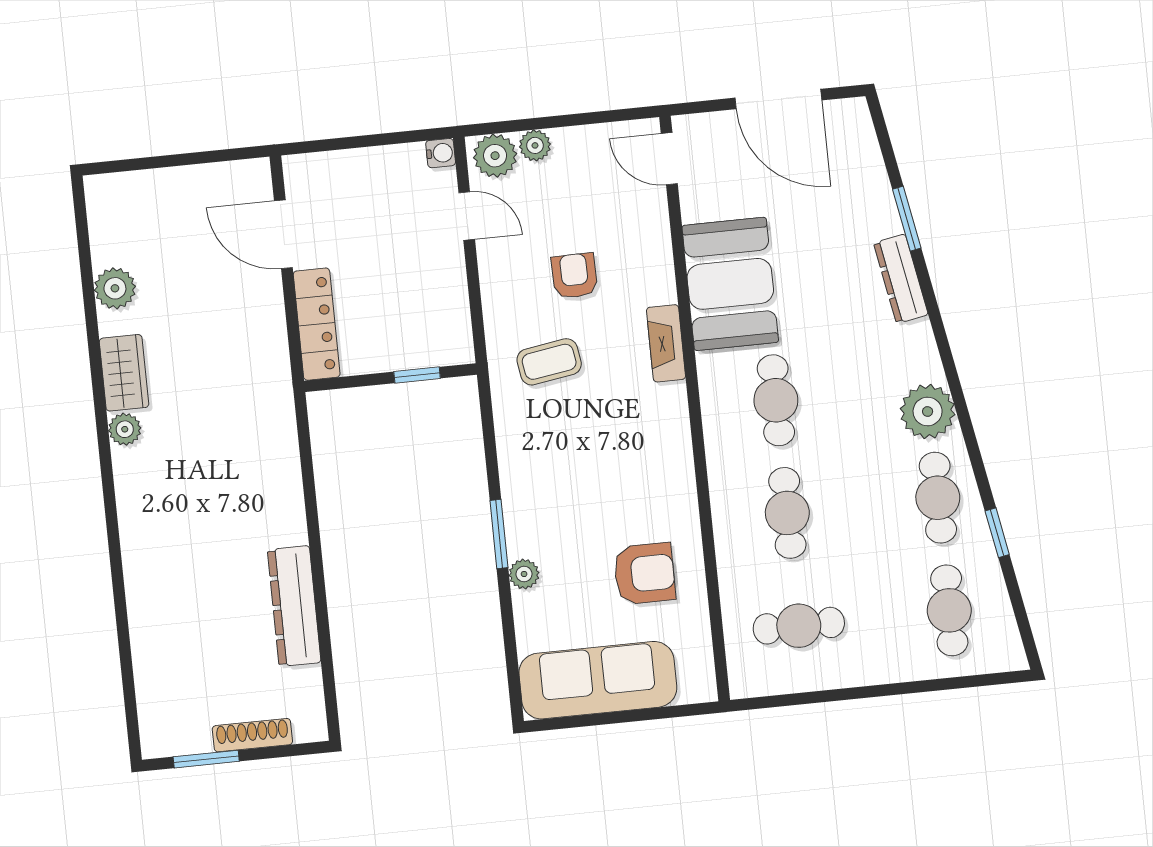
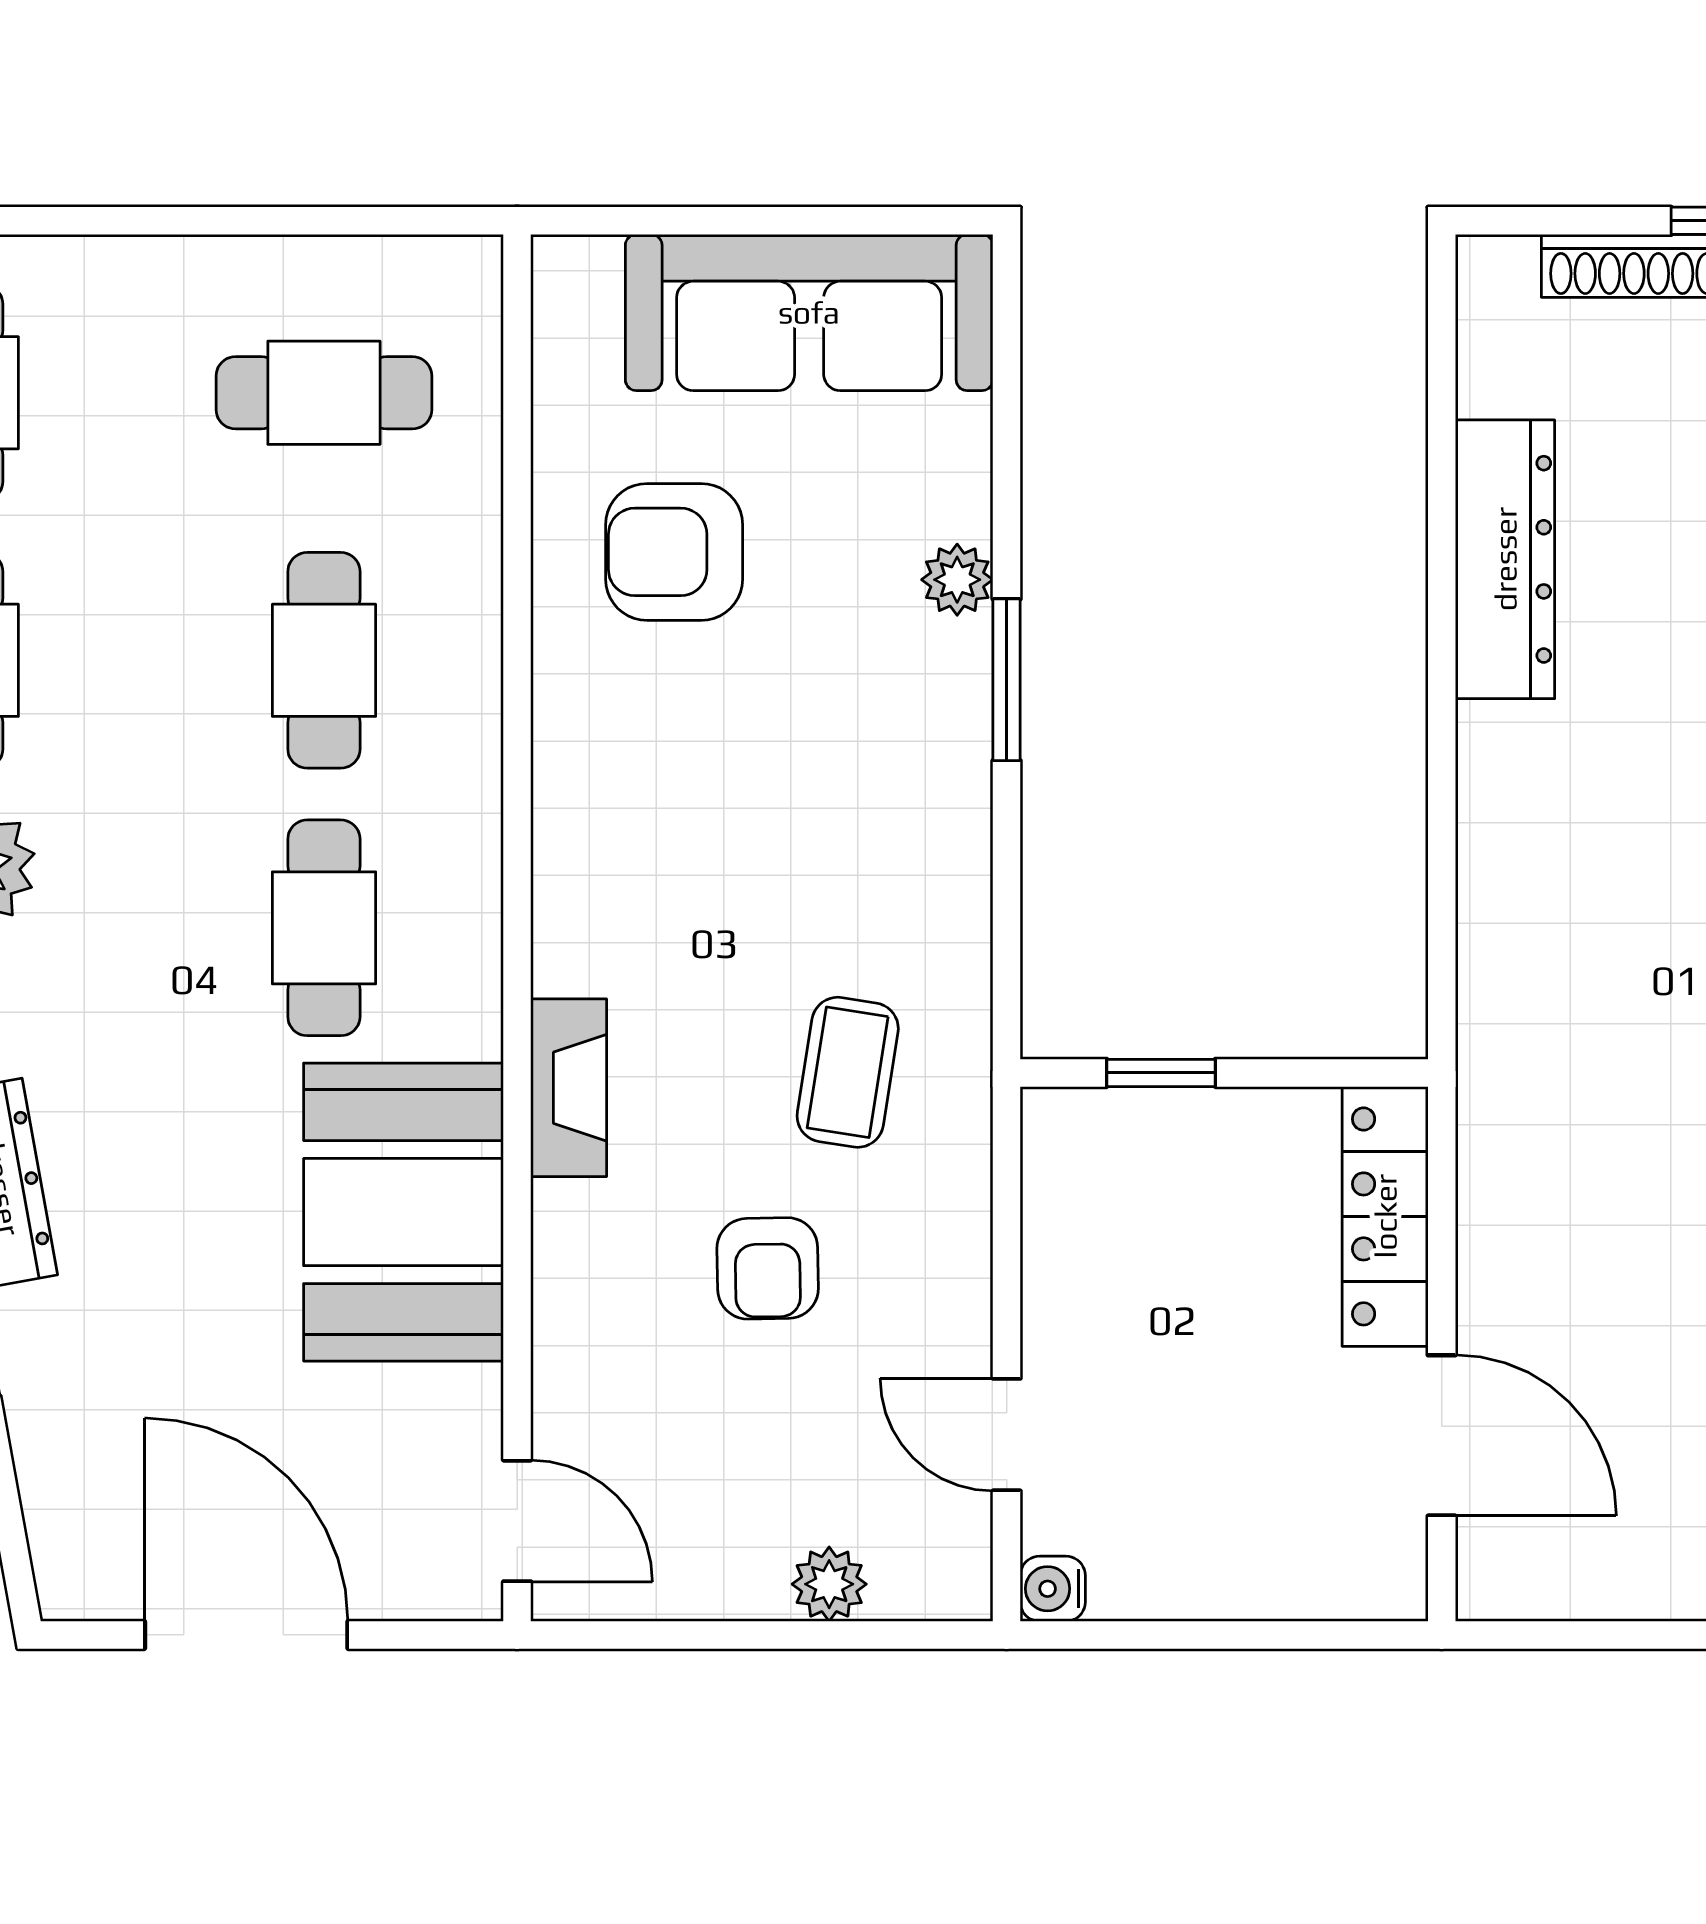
plant: (495, 156) -> (925, 1570), removed
coffee table: (549, 362) -> (848, 1072), turned -72

